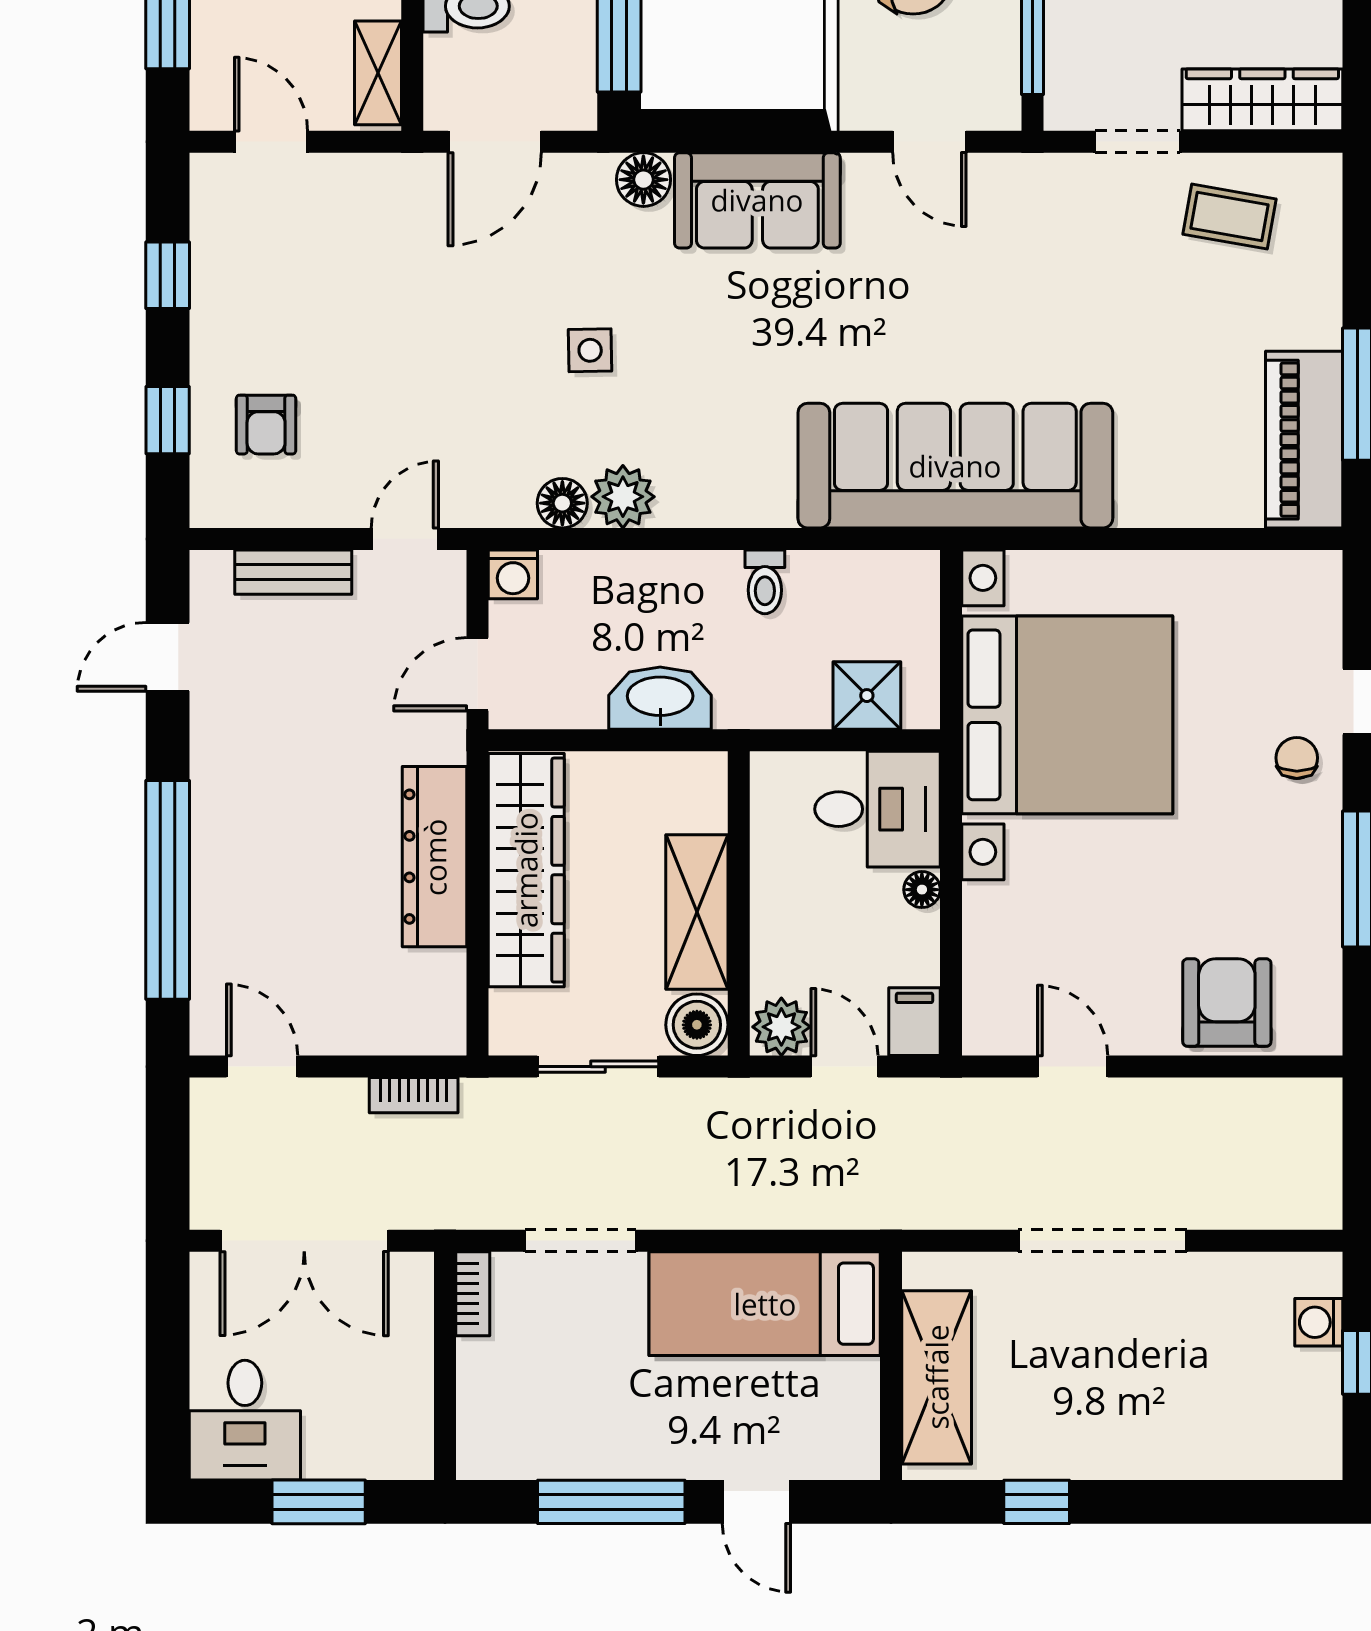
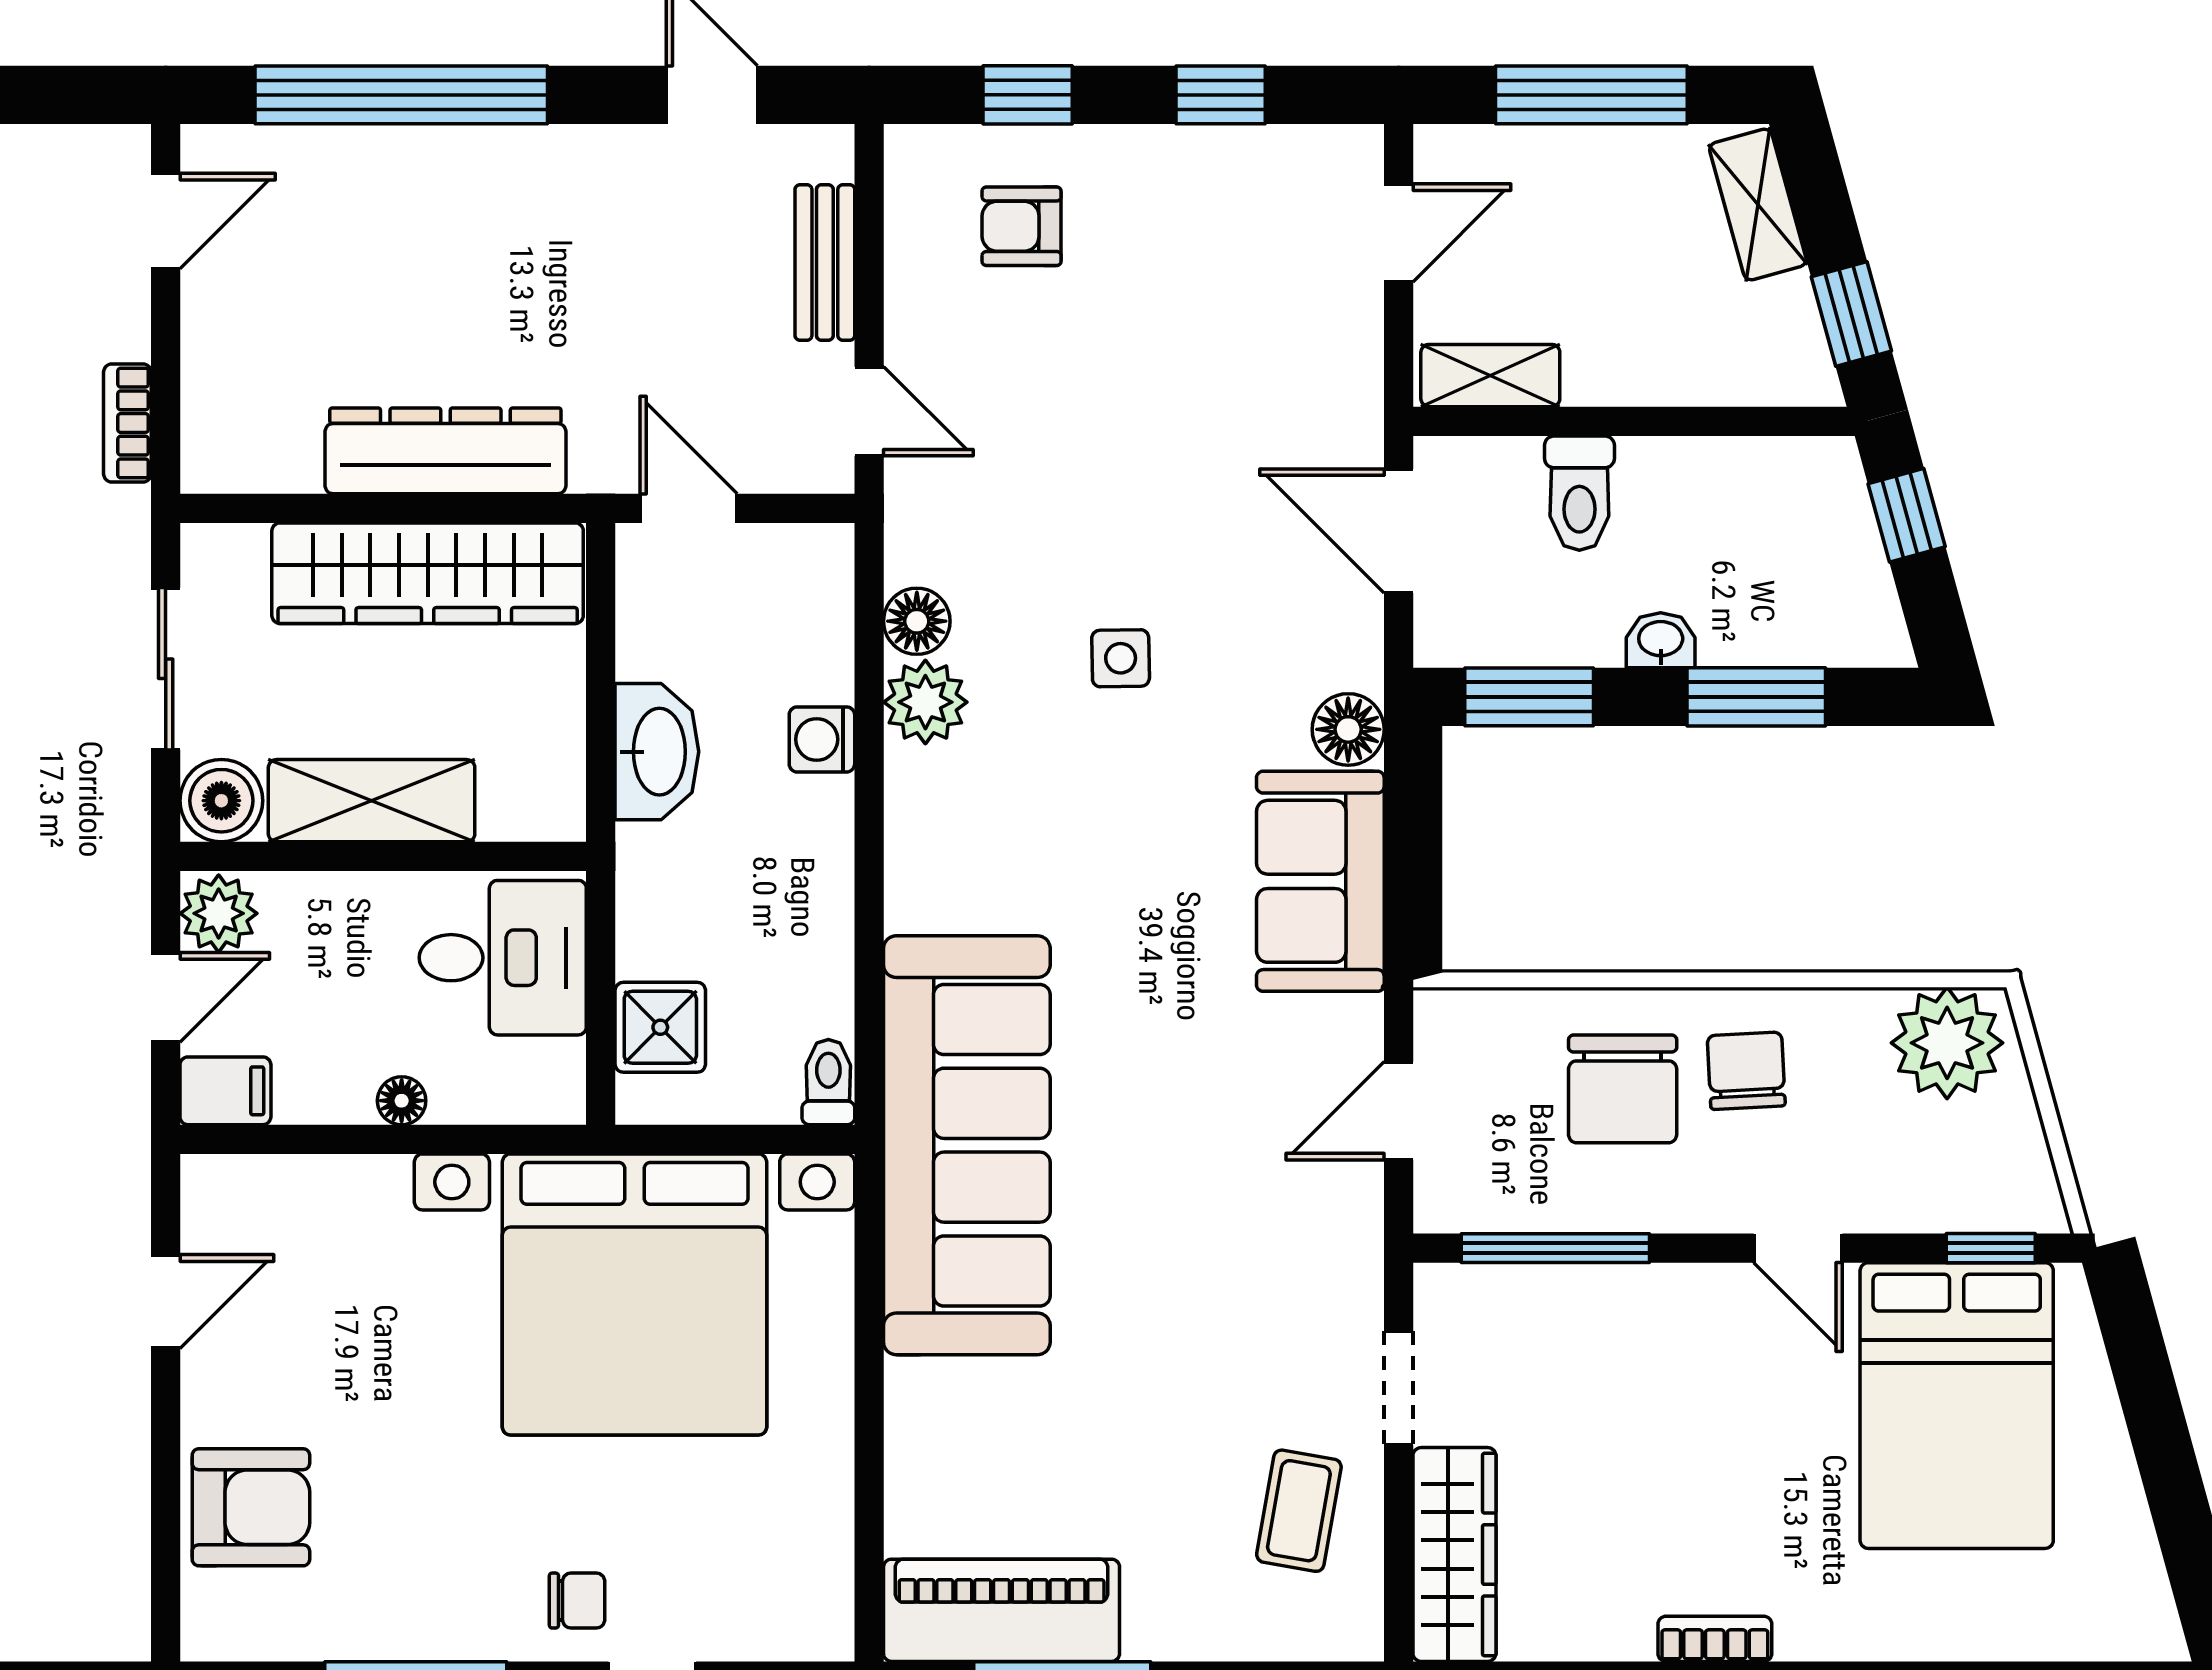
washing machine: (513, 574) -> (822, 739), moved
toilet: (765, 582) -> (828, 1082), moved, turned 90
desk: (877, 809) -> (503, 958), moved, turned -90

